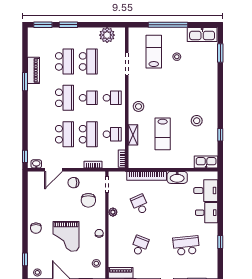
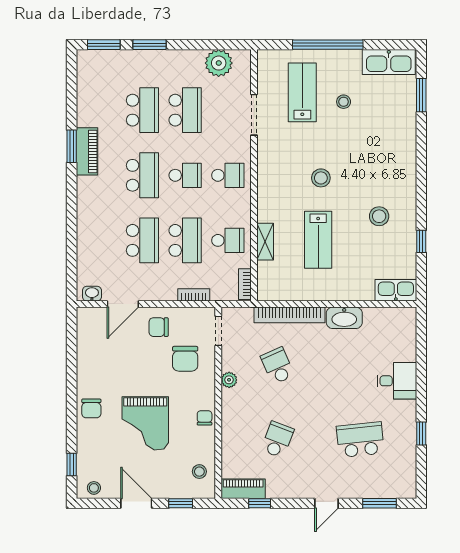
piano: (33, 70) -> (87, 151), moved
stool: (138, 106) -> (321, 178), moved
window: (25, 156) -> (72, 280), removed
desk: (206, 191) -> (395, 341), removed

